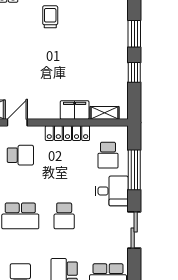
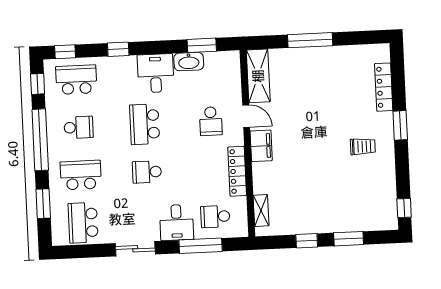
filing cabinet: (75, 110) -> (261, 146), moved

